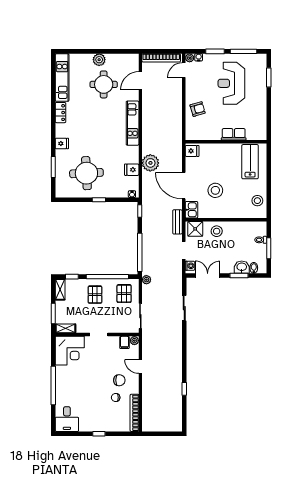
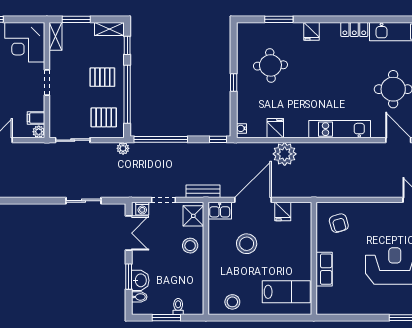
armchair: (198, 109) -> (339, 223), moved
fridge: (192, 151) -> (283, 212), moved
round table: (86, 173) -> (270, 65), width x0.73, depth x0.73

